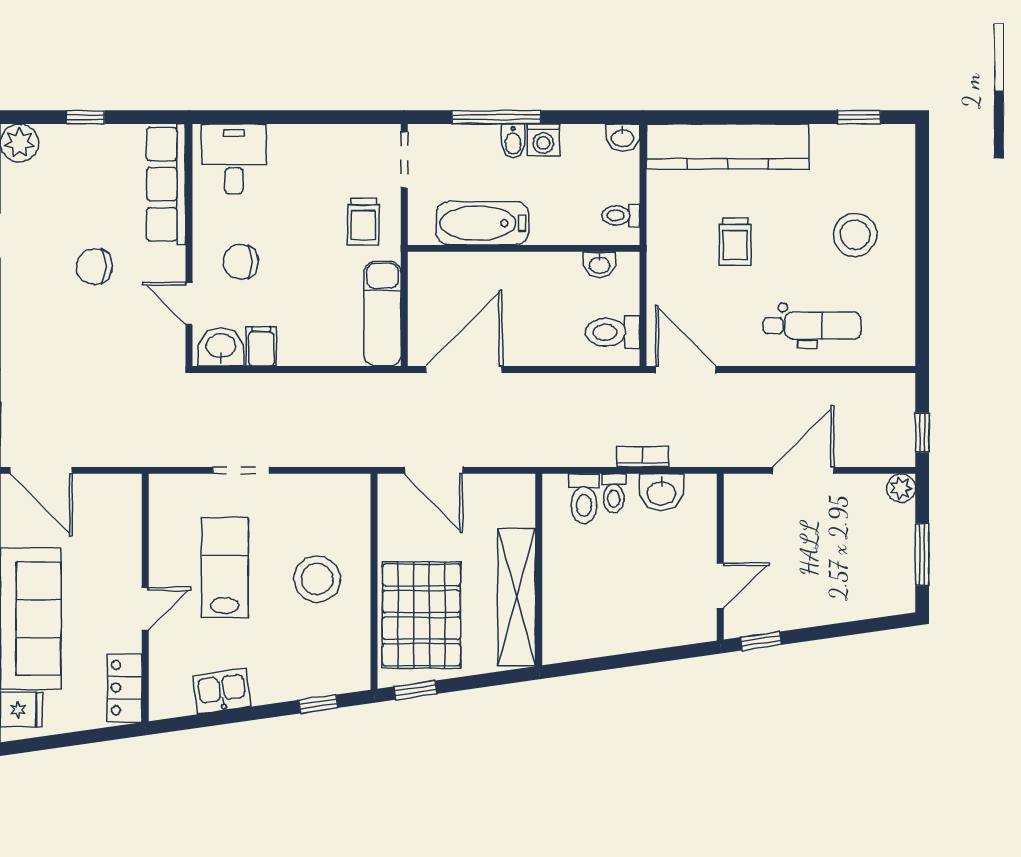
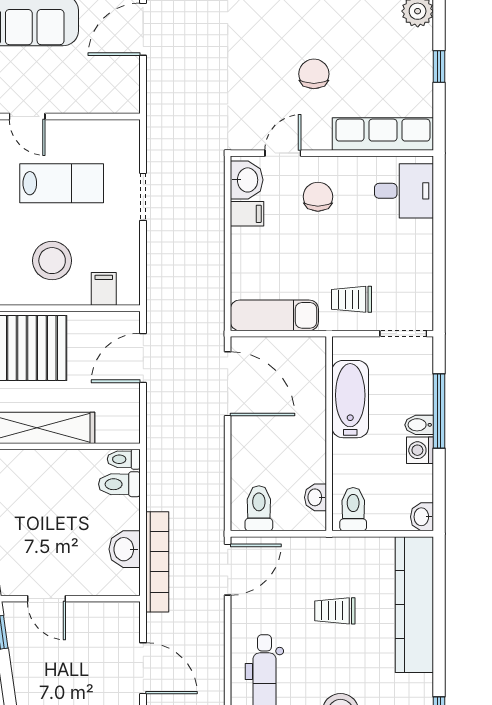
toilet: (621, 215) -> (353, 509), width x1.37, depth x1.39
bookcase: (643, 457) -> (157, 562), width x2.31, depth x1.31
toilet: (614, 493) -> (124, 459), moved
filing cabinet: (351, 517) -> (104, 289), added

